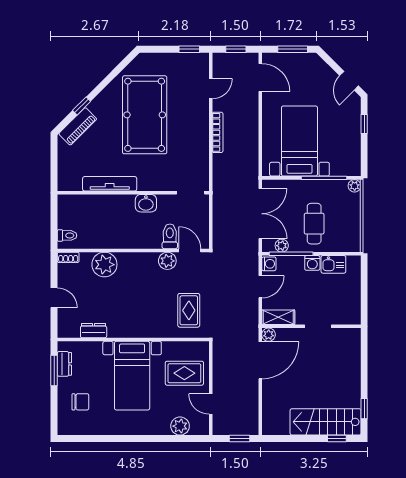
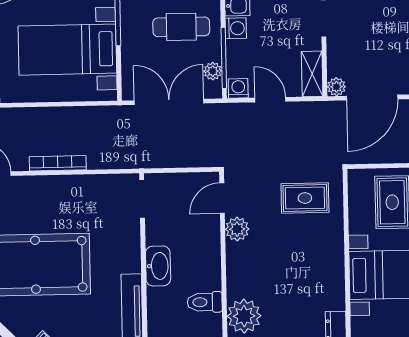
washbasin: (146, 203) -> (158, 266), width x1.38
toilet: (170, 236) -> (205, 302), moved
door: (260, 360) -> (372, 98), swing flipped

